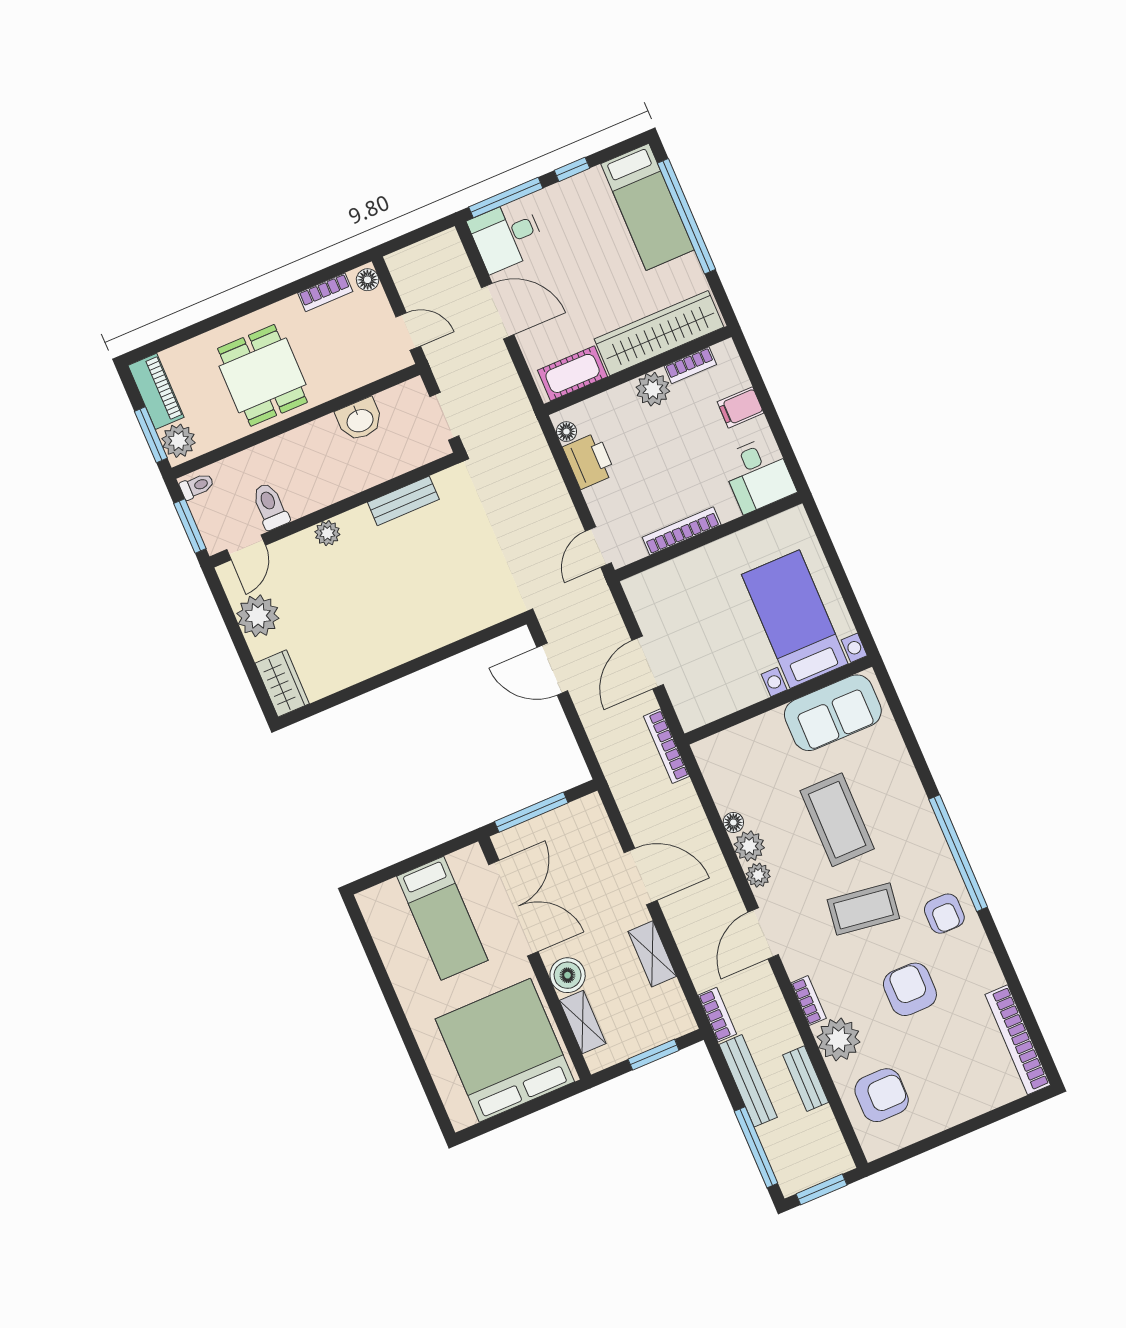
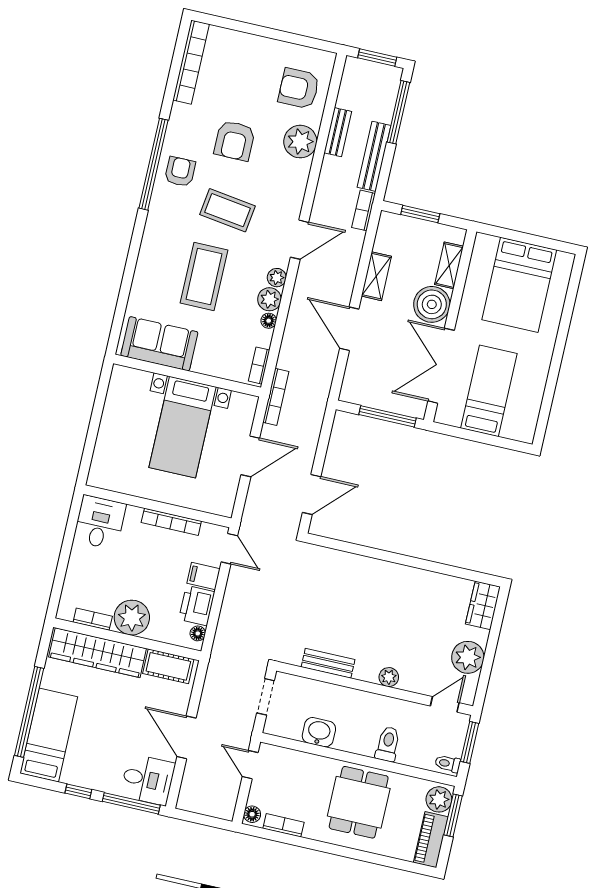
plant: (653, 389) -> (132, 618), width x1.36, depth x1.36
filing cabinet: (740, 407) -> (204, 576), moved, turned 180
toilet: (270, 506) -> (388, 744), moved, turned 180
door: (598, 547) -> (229, 549), hinge flipped
bed with nightstands: (795, 619) -> (182, 427), moved
door: (552, 669) -> (312, 495), hinge flipped
window: (958, 853) -> (154, 164), moved
boiler: (568, 975) -> (432, 304), width x1.37, depth x1.37
bookcase: (809, 1001) -> (259, 366), moved
bed: (505, 1050) -> (519, 285), width x0.73

